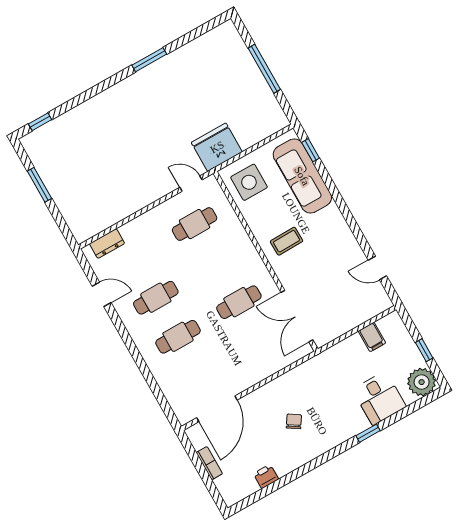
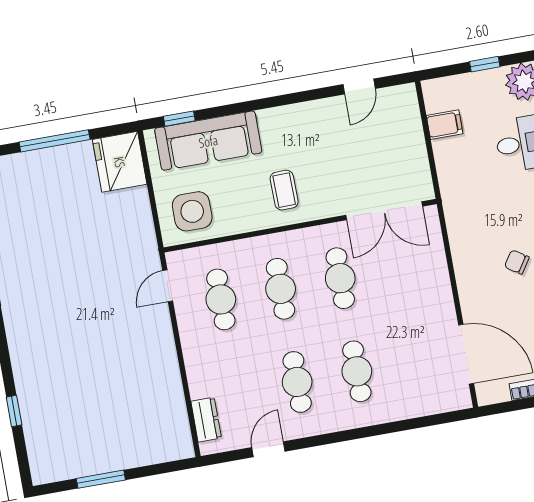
window: (40, 122) -> (14, 411), moved
fridge: (217, 147) -> (120, 162), moved
cafe table: (217, 263) -> (281, 289), added

